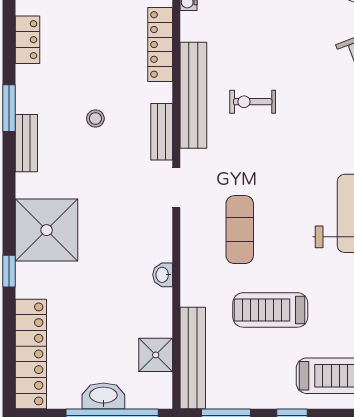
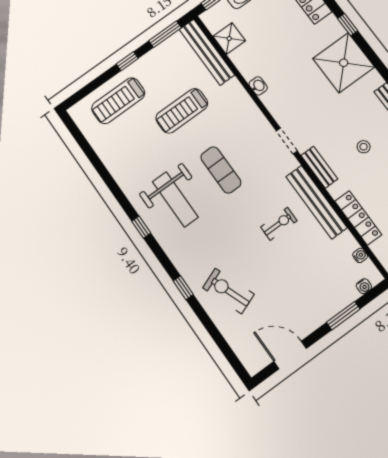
exercise mat: (240, 230) -> (221, 170), moved
treadmill: (270, 310) -> (182, 111), turned 180

